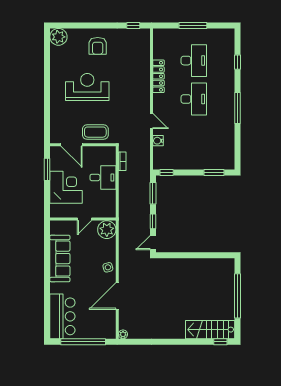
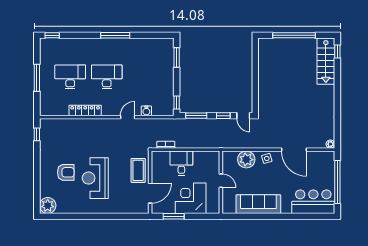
armchair: (98, 46) -> (66, 172), moved
window: (237, 62) -> (52, 35), moved
plant: (107, 230) -> (246, 160), moved

